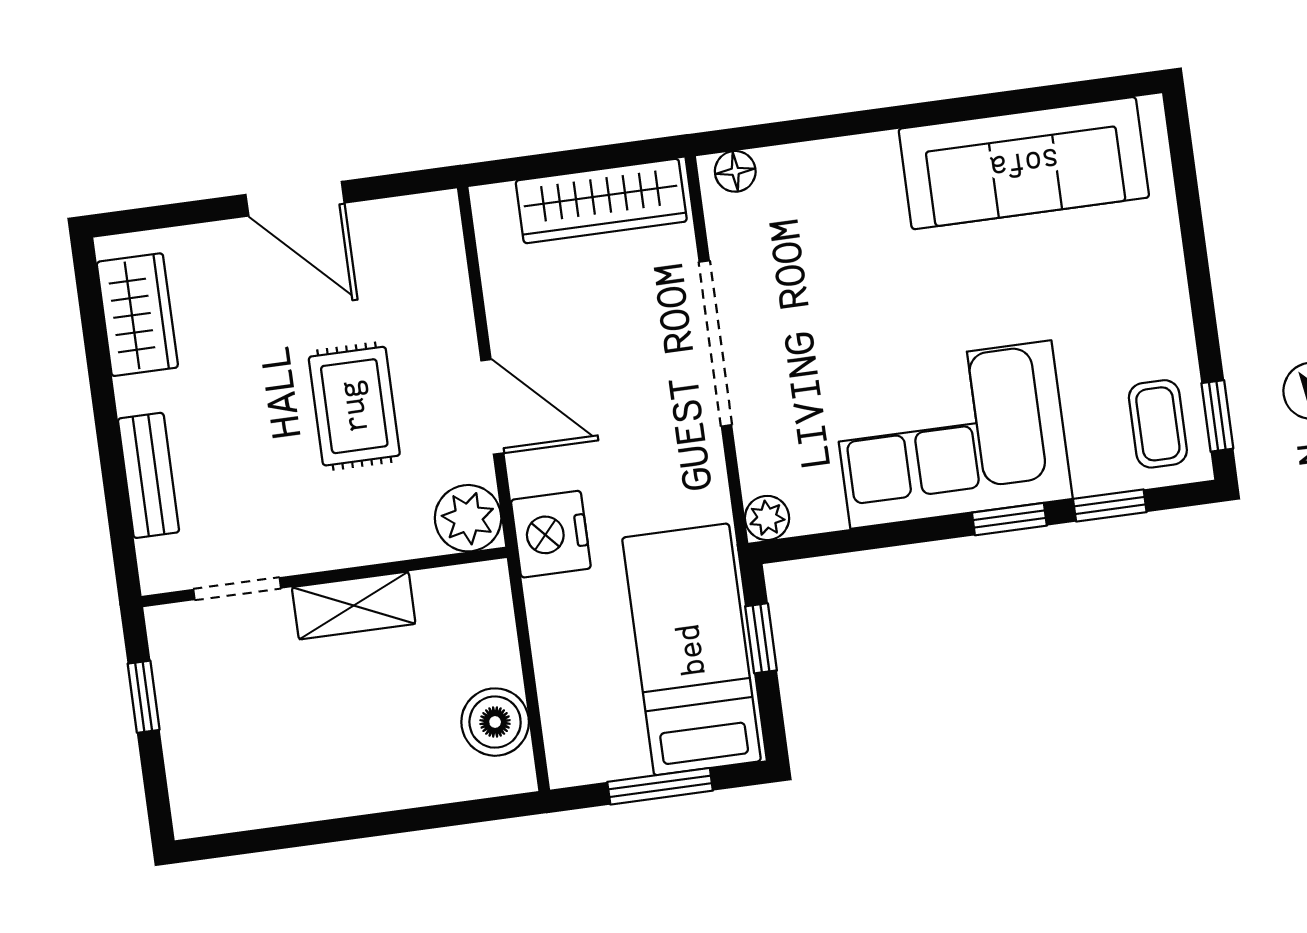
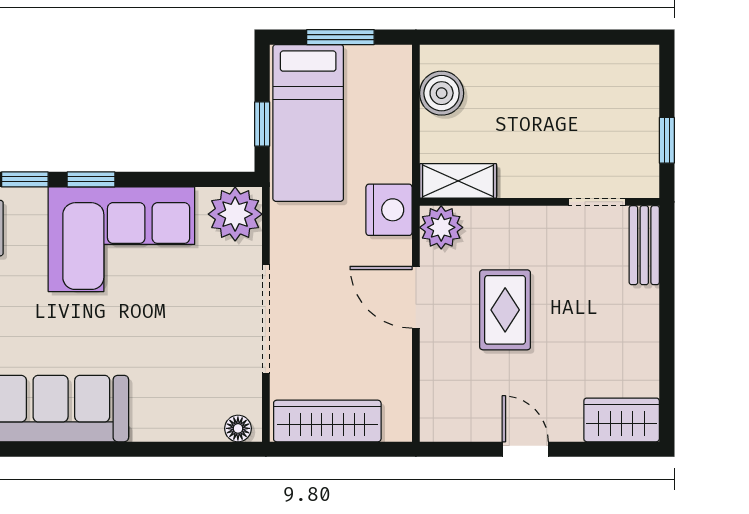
door: (295, 199) -> (525, 449), width x0.73
wardrobe: (137, 315) -> (622, 420), moved, turned 90
bench: (149, 475) -> (644, 245), moved
plant: (767, 518) -> (235, 214), width x1.88, depth x1.88
shelving: (354, 606) -> (458, 181), moved

